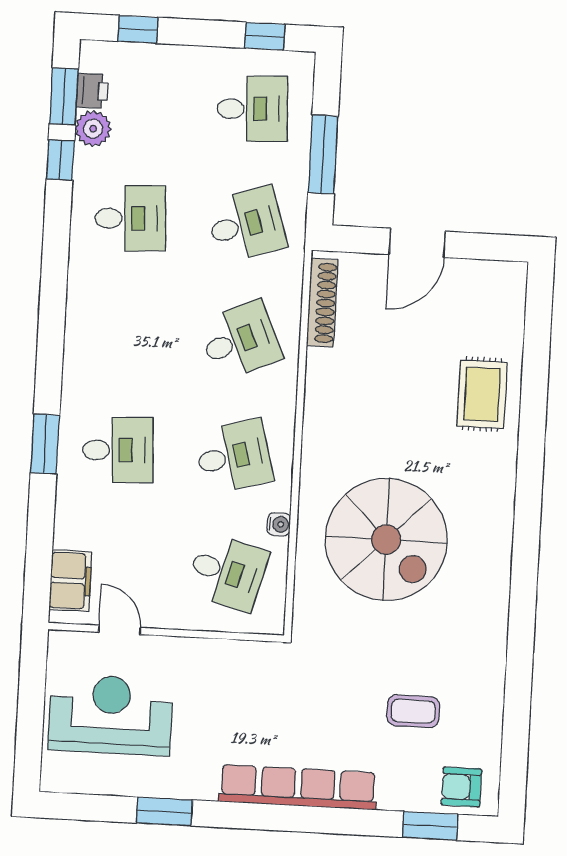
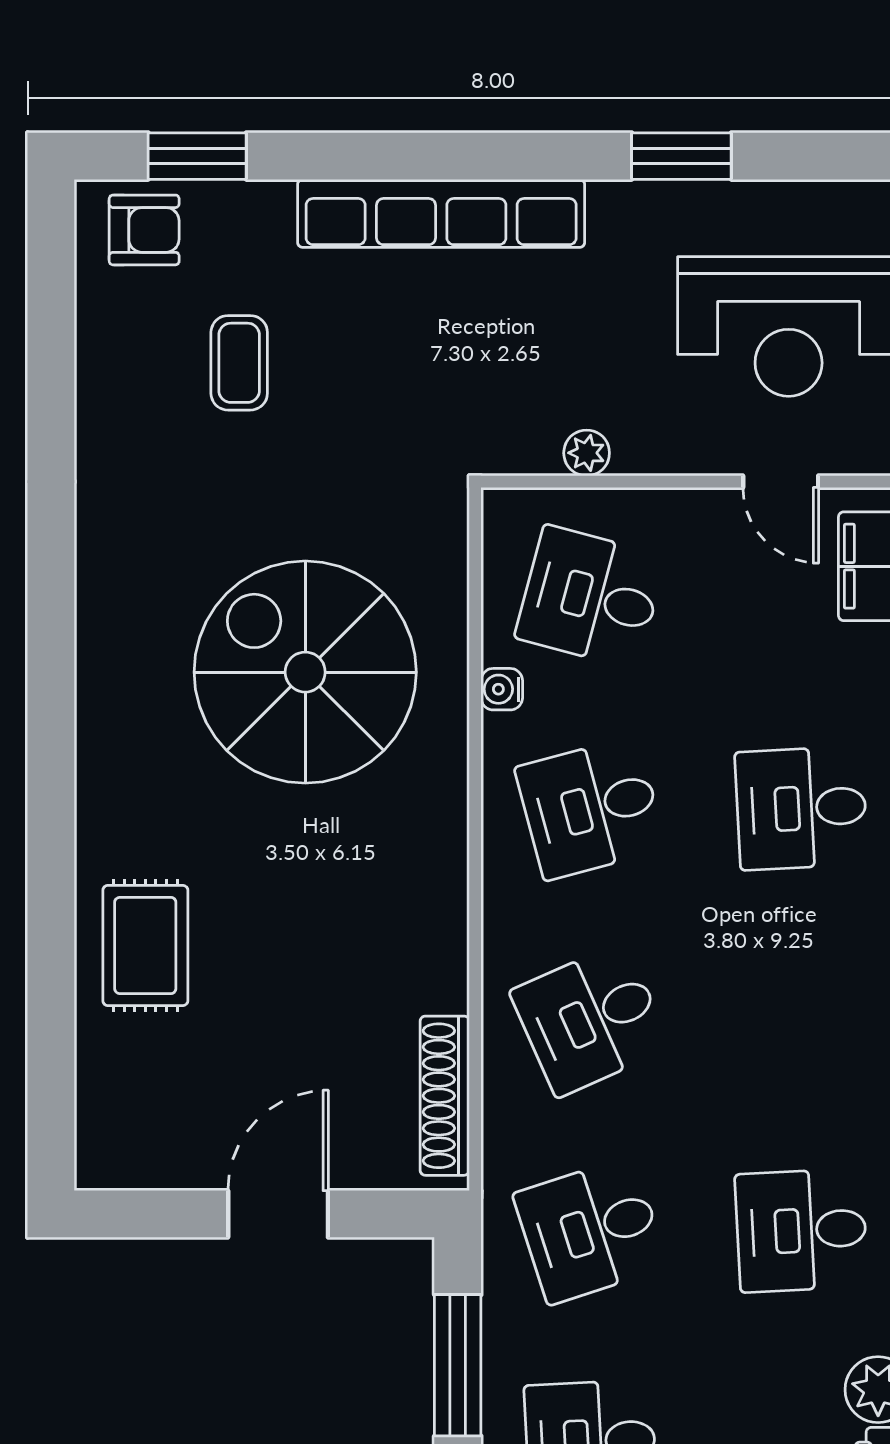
plant: (225, 651) -> (587, 453), added
coffee table: (413, 711) -> (239, 363), turned 90

